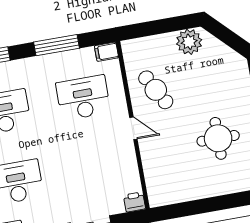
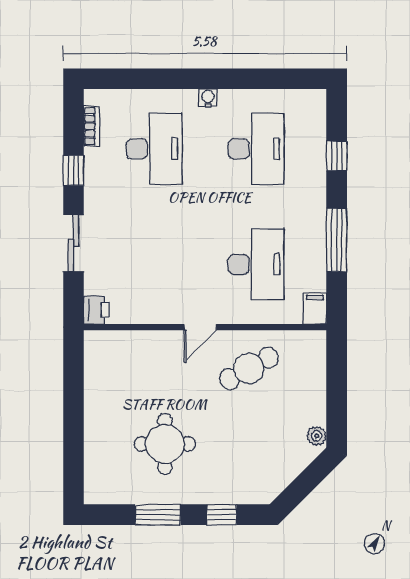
plant: (189, 42) -> (317, 436), width x0.53, depth x0.53

